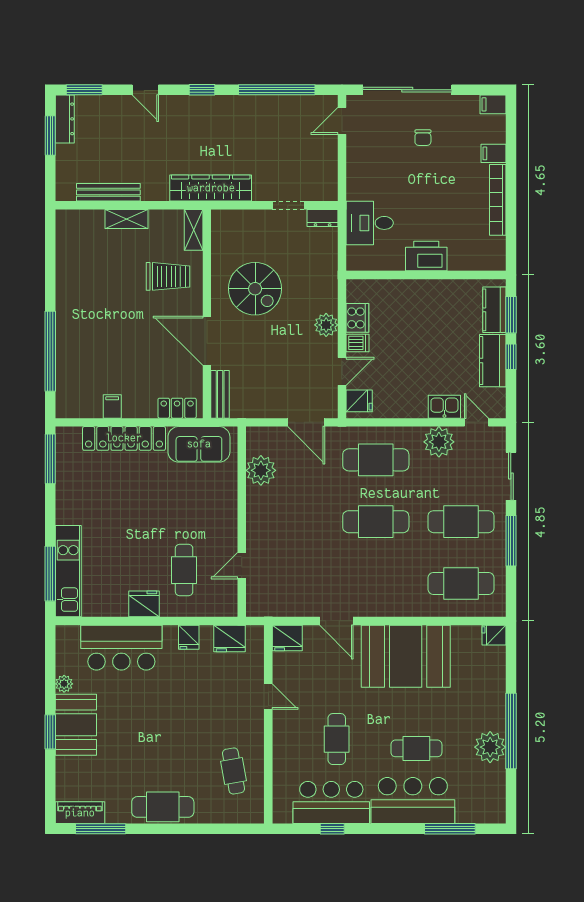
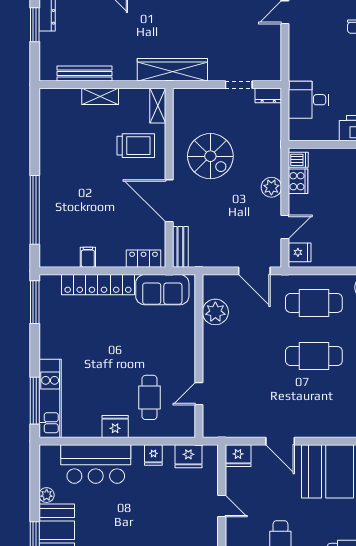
dishwasher: (358, 343) -> (298, 160), moved

